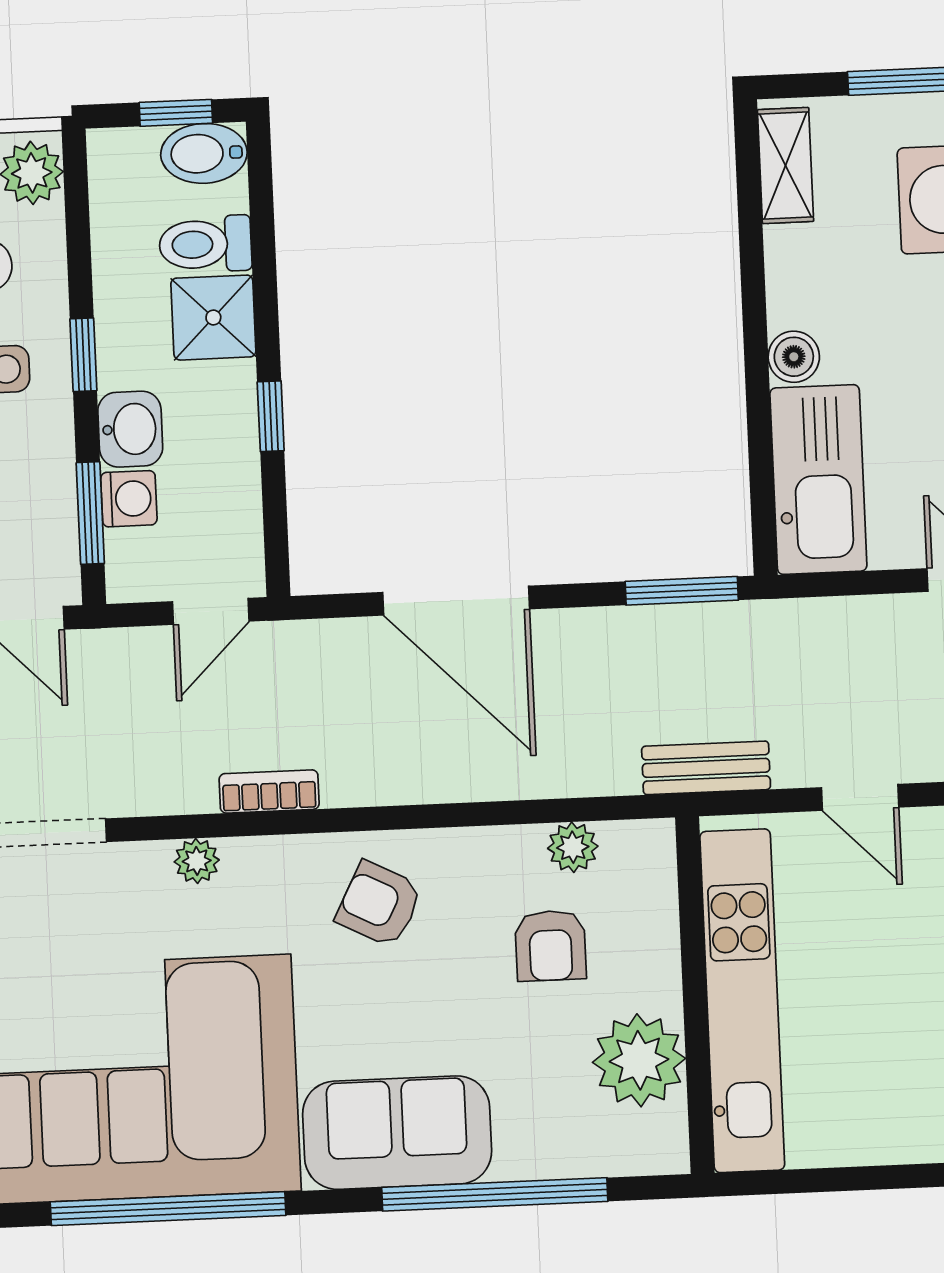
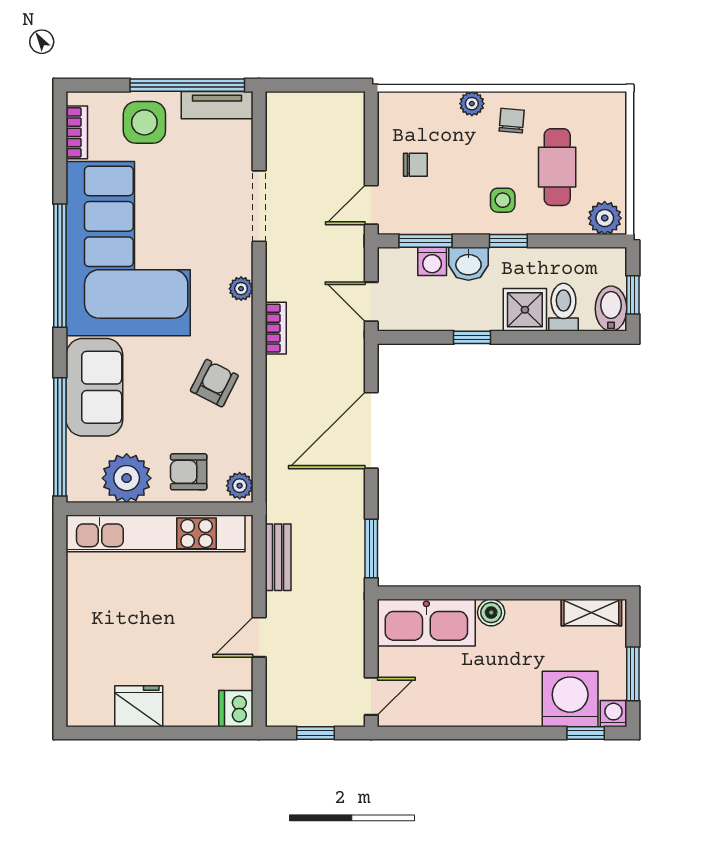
wall: (695, 995) -> (159, 509), moved
kitchen unit: (742, 1001) -> (155, 533), moved
plant: (639, 1060) -> (127, 478), moved

